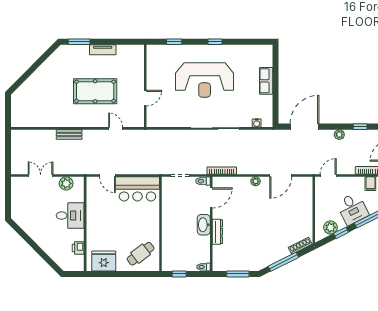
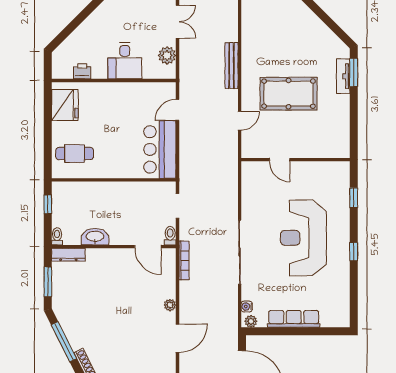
tv unit: (103, 50) -> (343, 76), moved
row of seats: (266, 81) -> (294, 319), width x1.48
pool table: (95, 91) -> (288, 94), turned 90
plant: (268, 120) -> (251, 321), added
bench: (69, 135) -> (232, 66), width x1.36
door: (281, 176) -> (177, 338), swing flipped
washbasin: (204, 225) -> (95, 237), moved
dresser: (217, 232) -> (68, 255), moved
cafe table: (141, 254) -> (75, 154), turned -53

